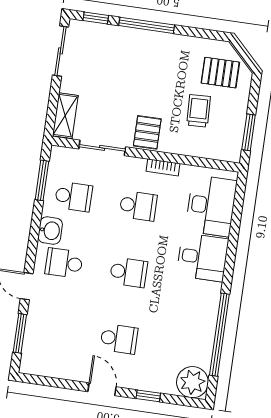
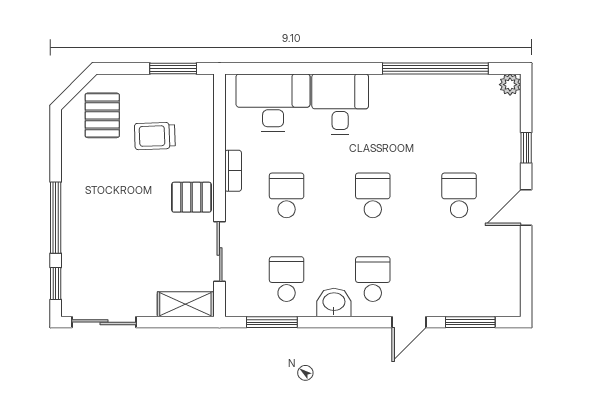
school desk: (64, 263) -> (373, 279), turned 180
plant: (192, 382) -> (510, 85), width x0.53, depth x0.53

